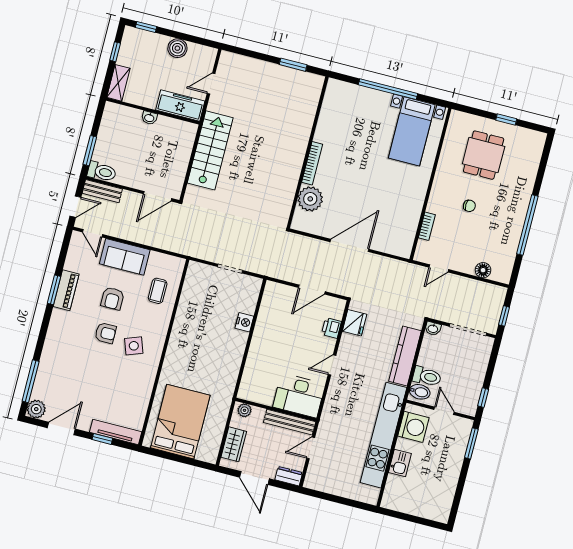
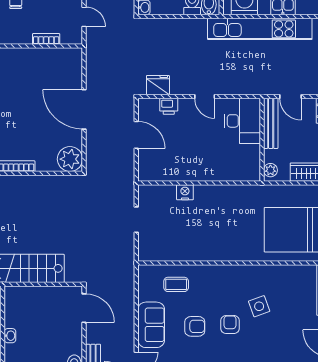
plant: (310, 199) -> (70, 159), moved
side table: (134, 346) -> (259, 306), moved
kitchen counter: (405, 356) -> (178, 28), removed

